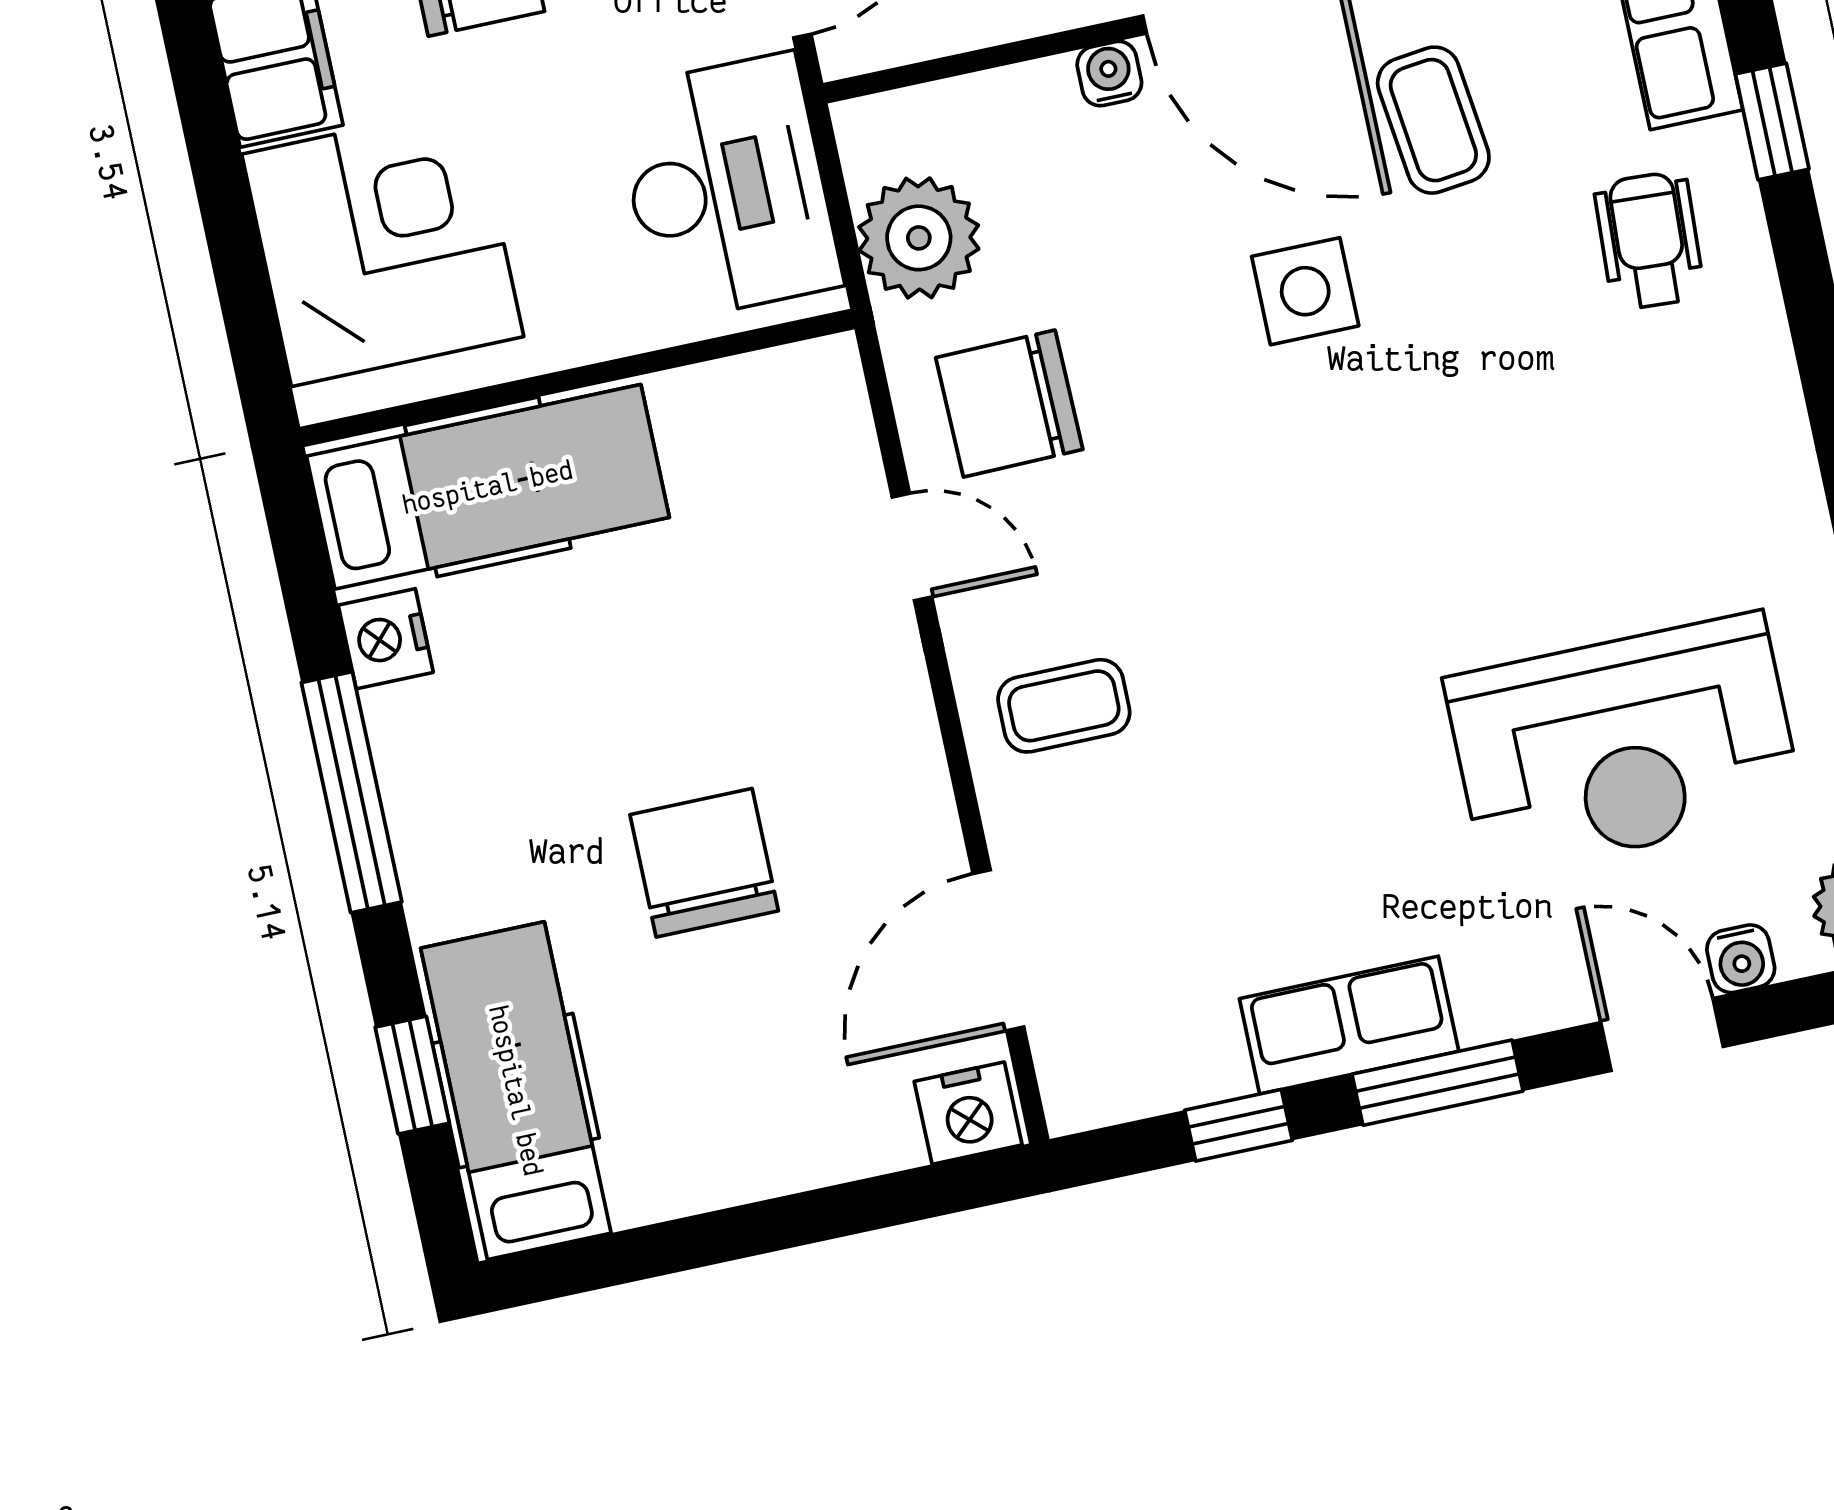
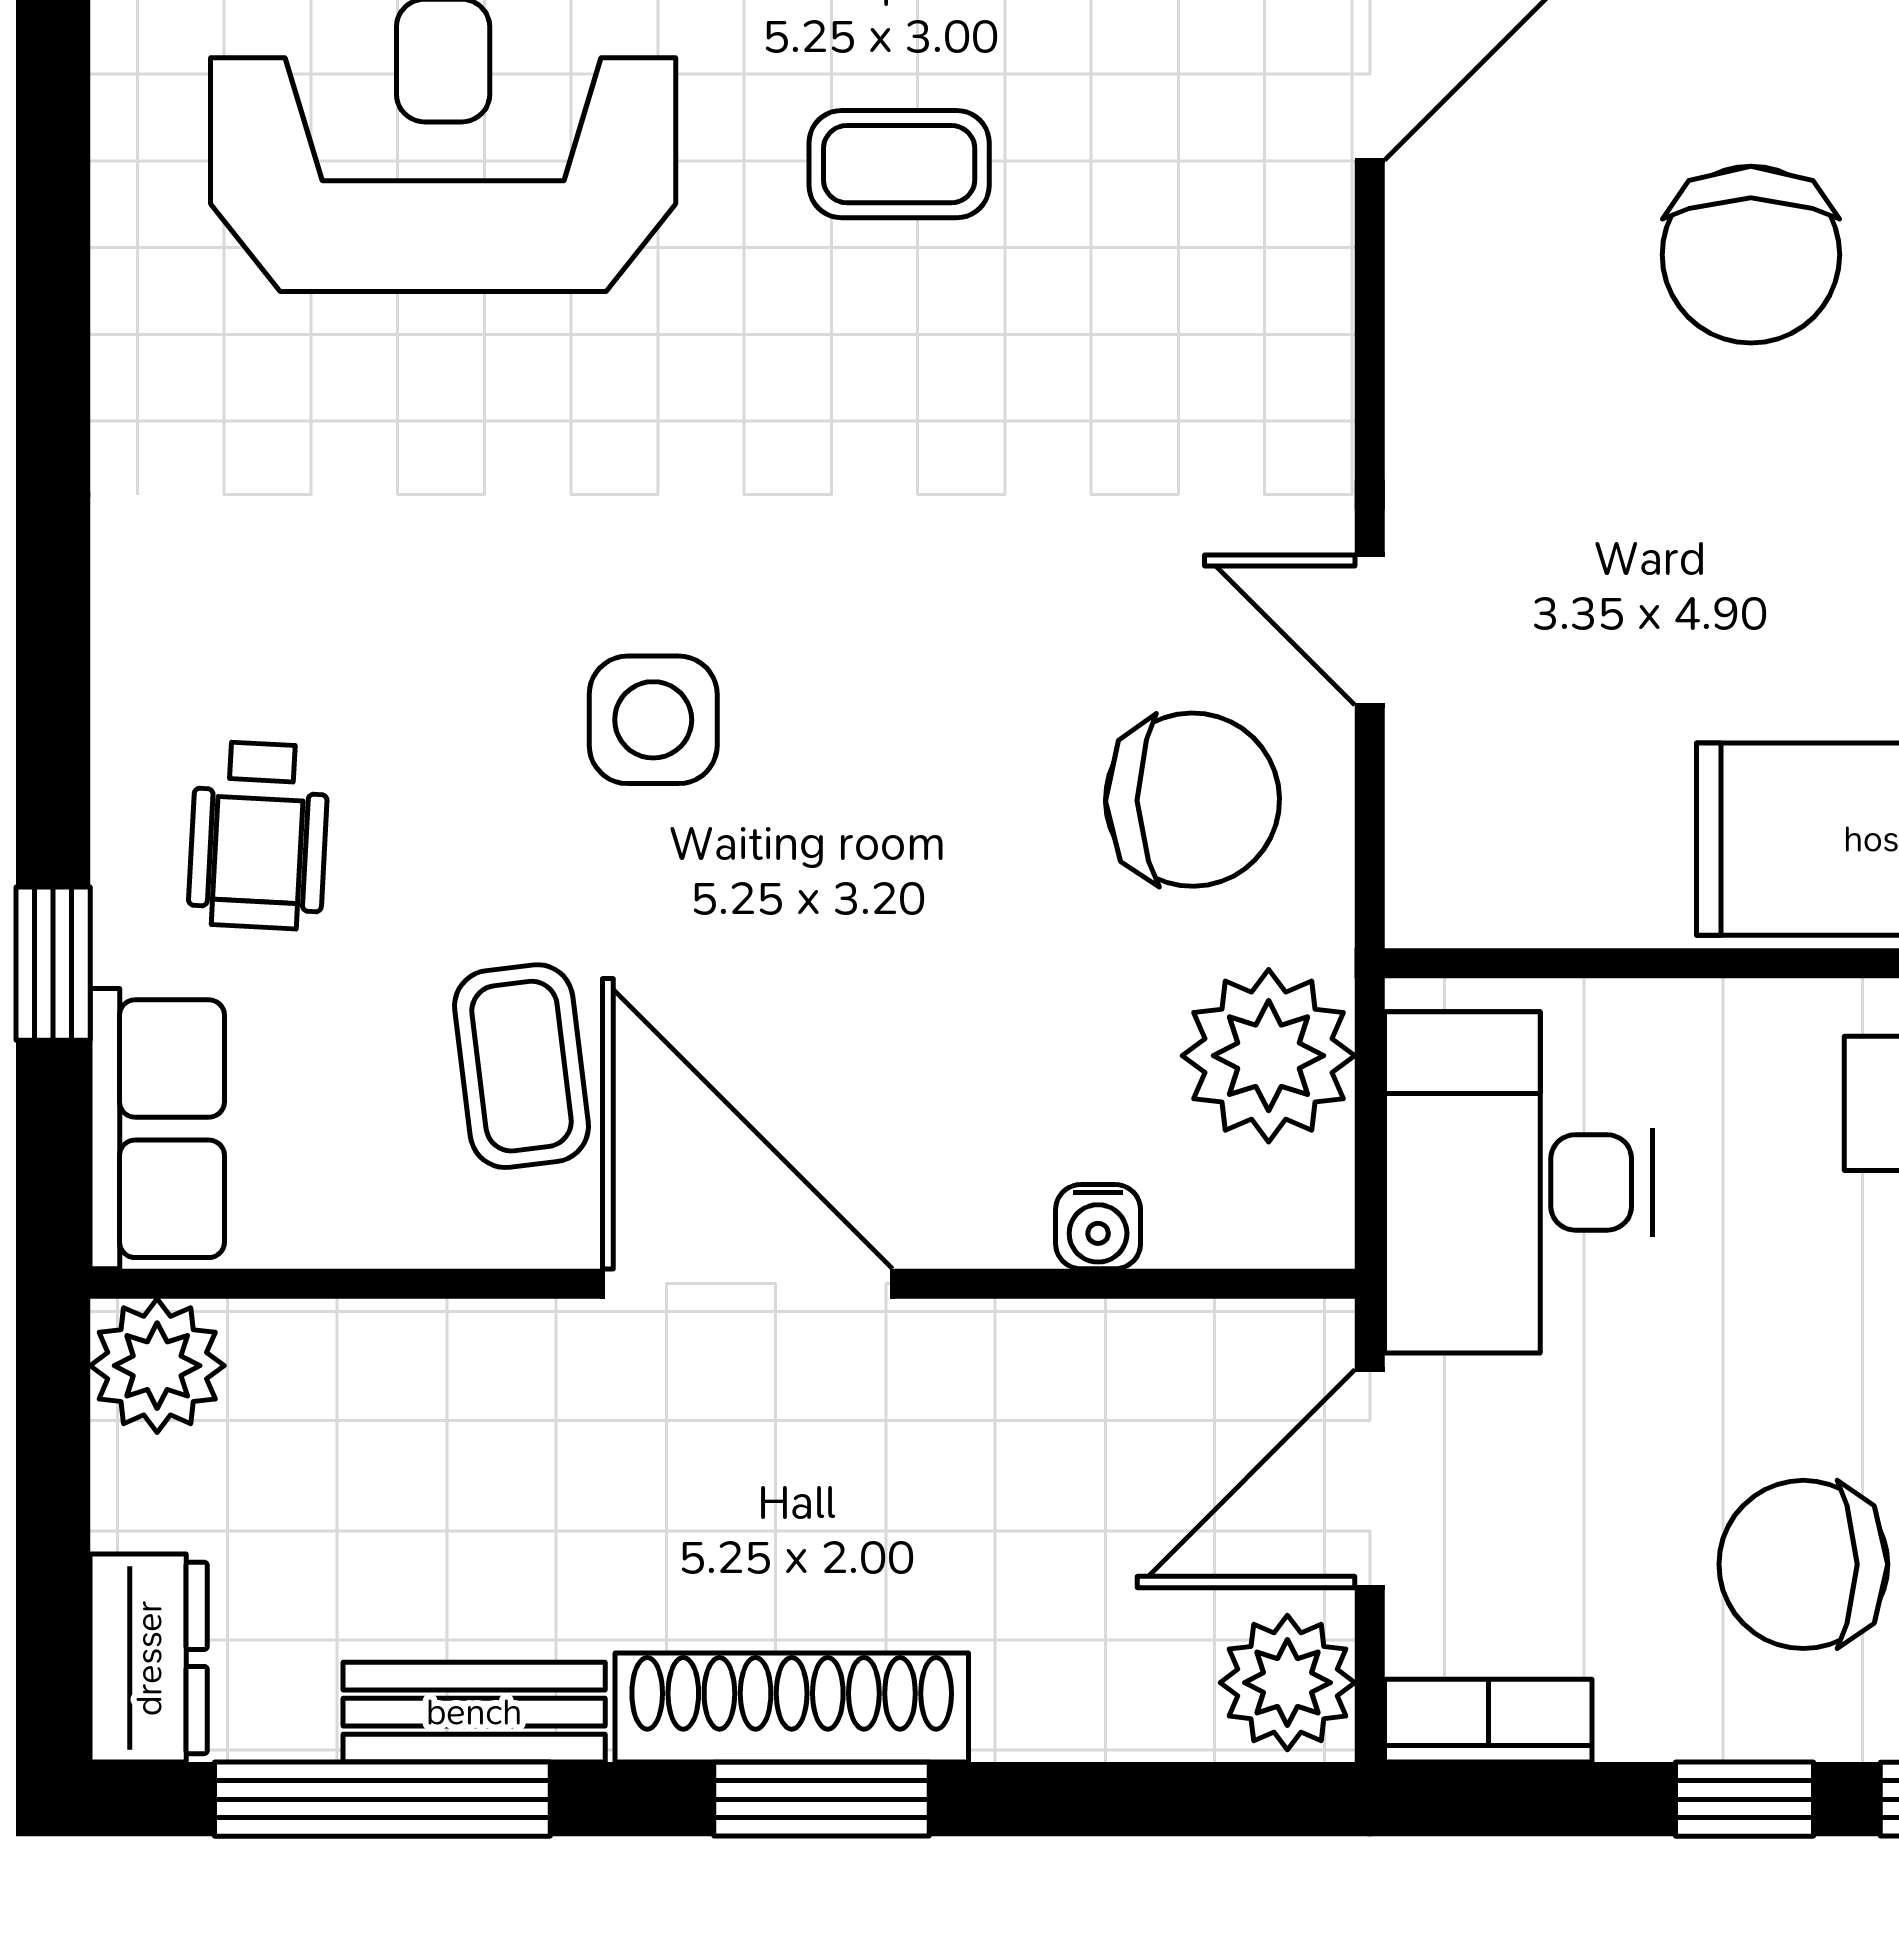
water cooler: (1109, 74) -> (1098, 1227), moved
side table: (1305, 291) -> (653, 720), moved
coffee table: (1064, 706) -> (899, 164), moved

